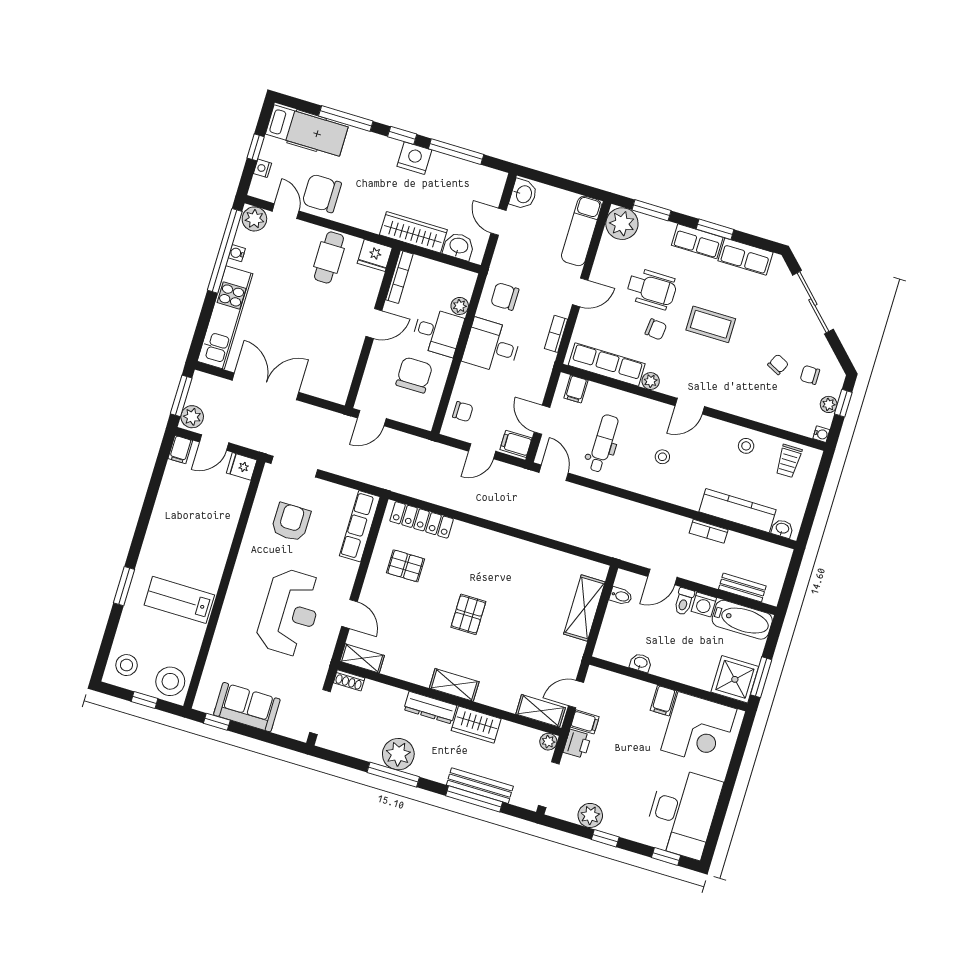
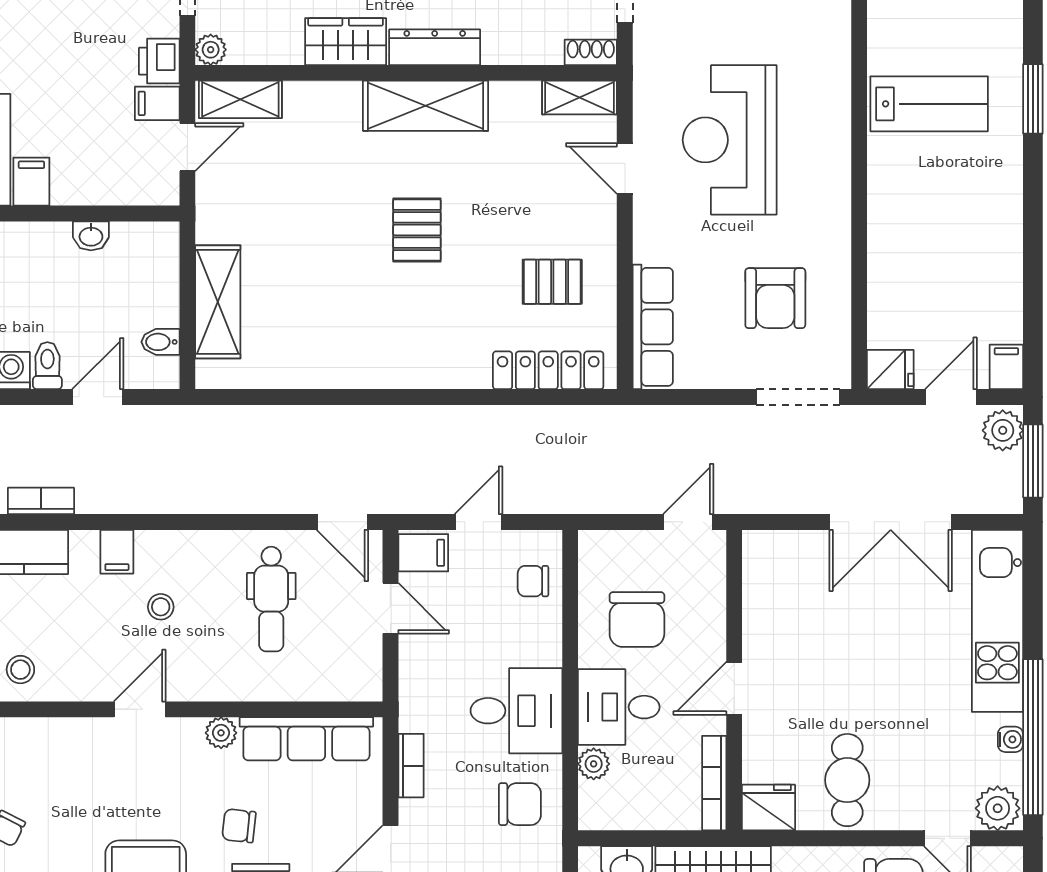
filing cabinet: (576, 389) -> (117, 552), moved, turned 180
shelving: (454, 685) -> (426, 106), width x1.50, depth x1.33

